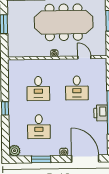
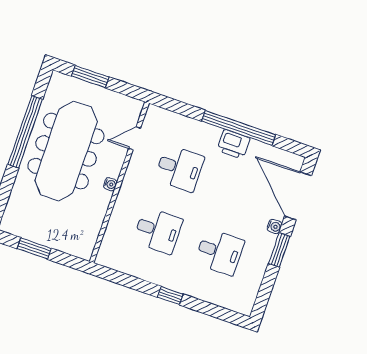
plant: (15, 151) -> (244, 305), removed
window: (41, 159) -> (279, 250), moved
door: (85, 159) -> (298, 196), hinge flipped

